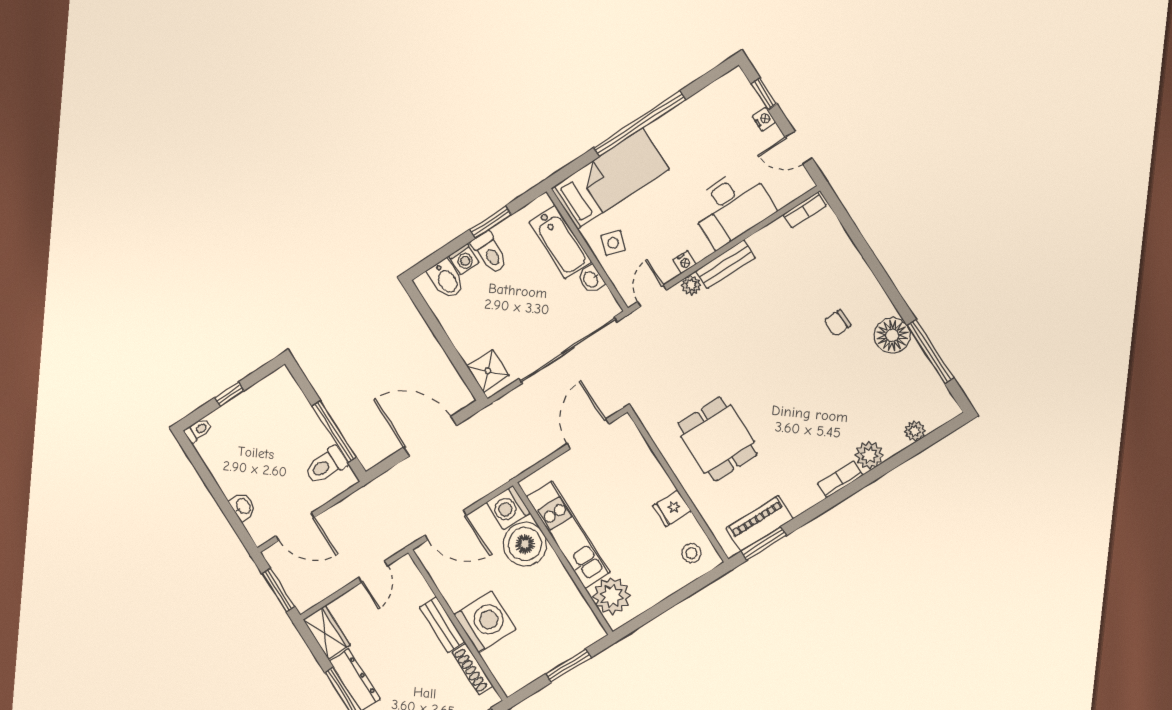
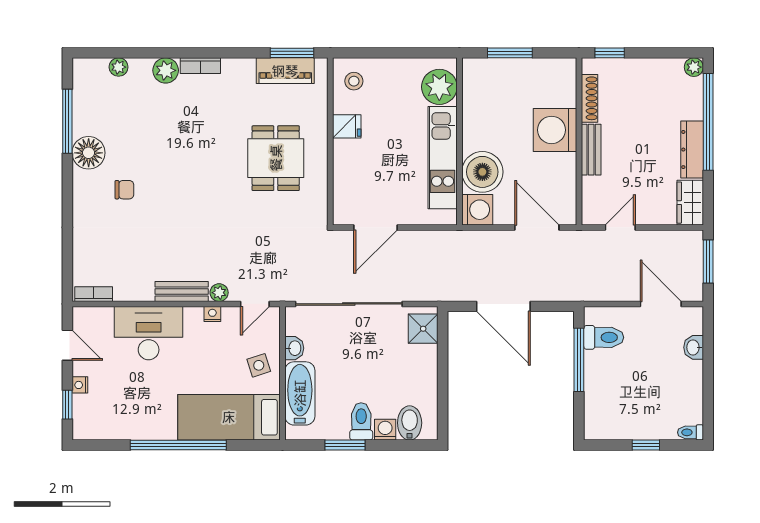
side table: (613, 243) -> (259, 365), turned -36

